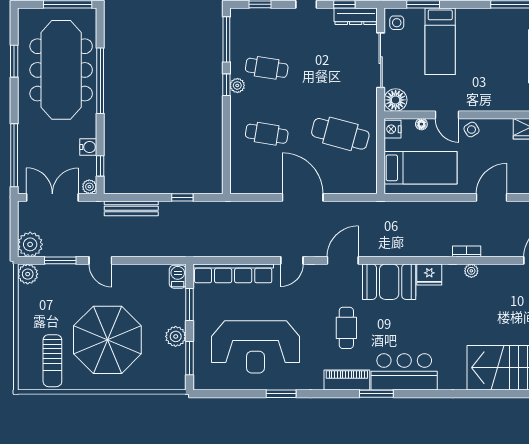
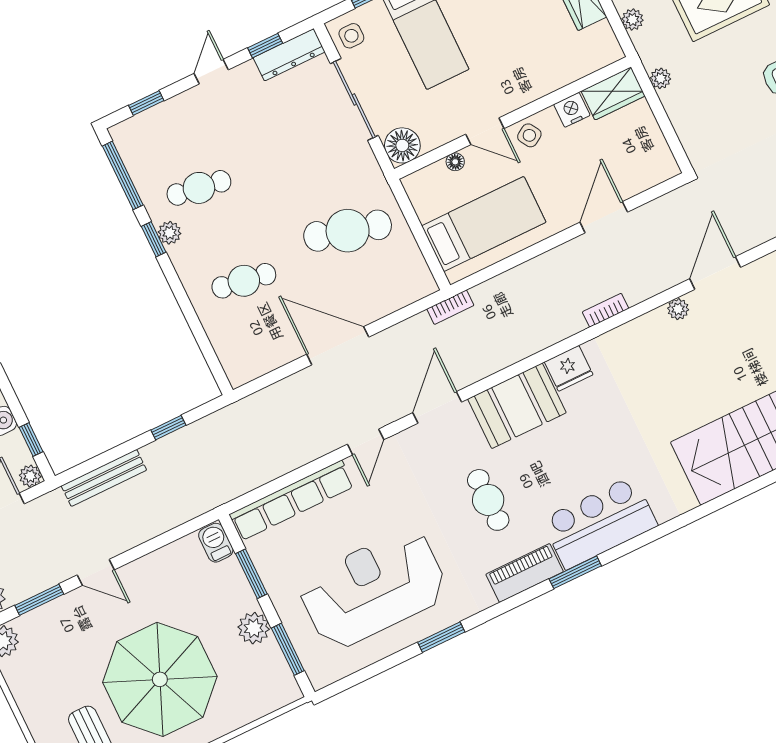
nightstand: (393, 129) -> (572, 110), moved, turned 90
bookcase: (378, 206) -> (450, 307), added
plant: (471, 271) -> (678, 309), moved
reception desk: (255, 347) -> (373, 589), turned 180

